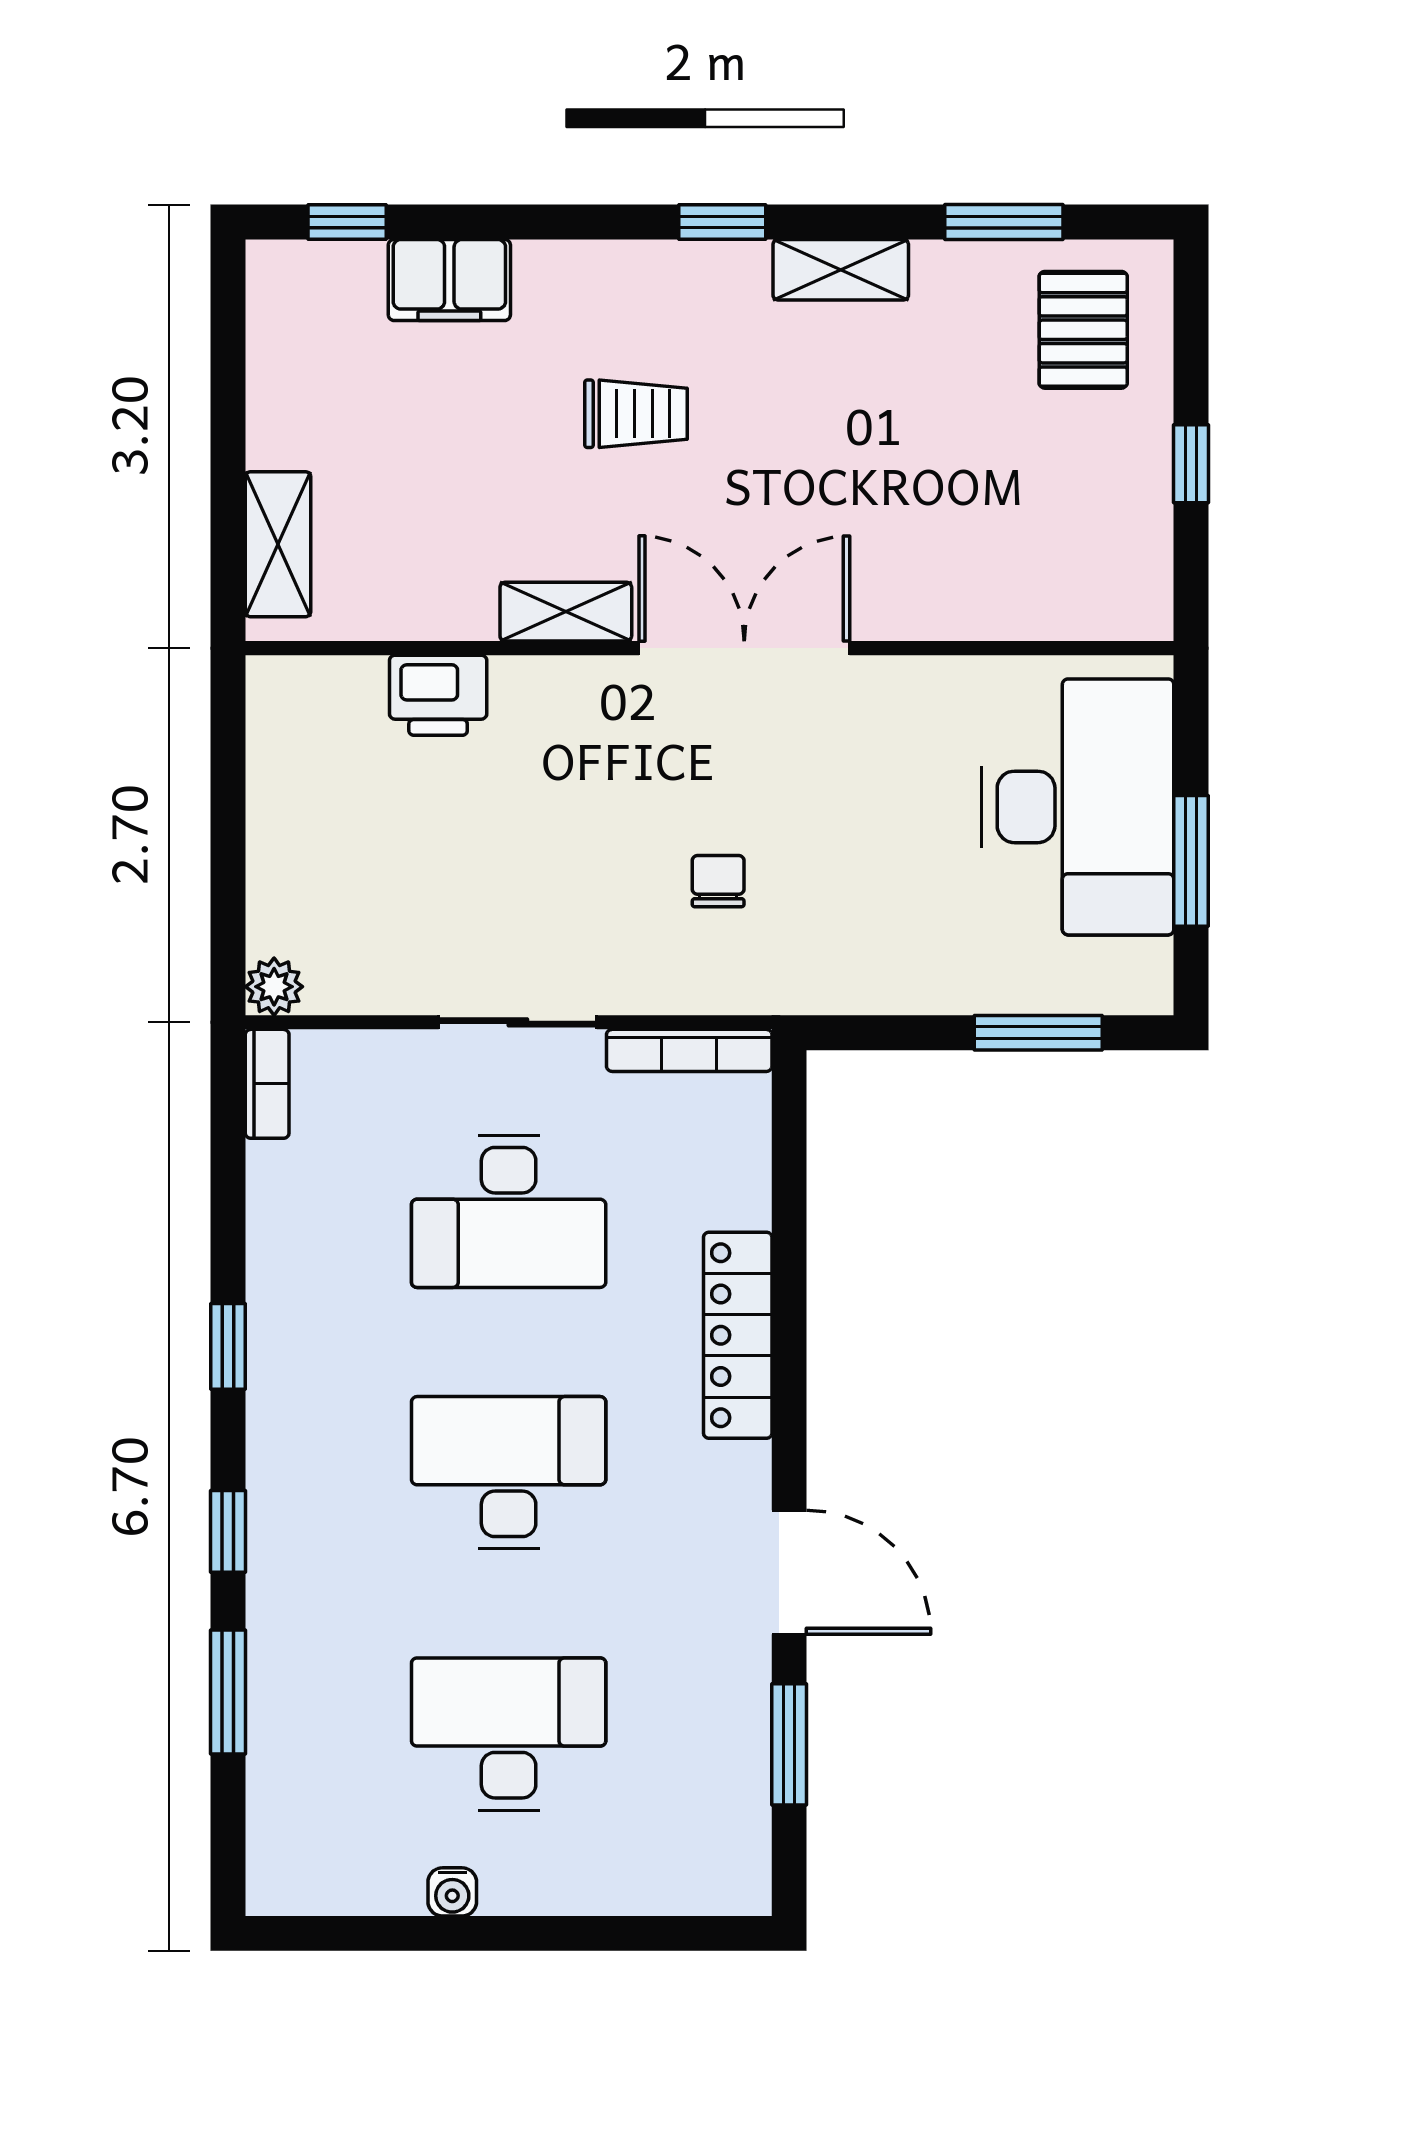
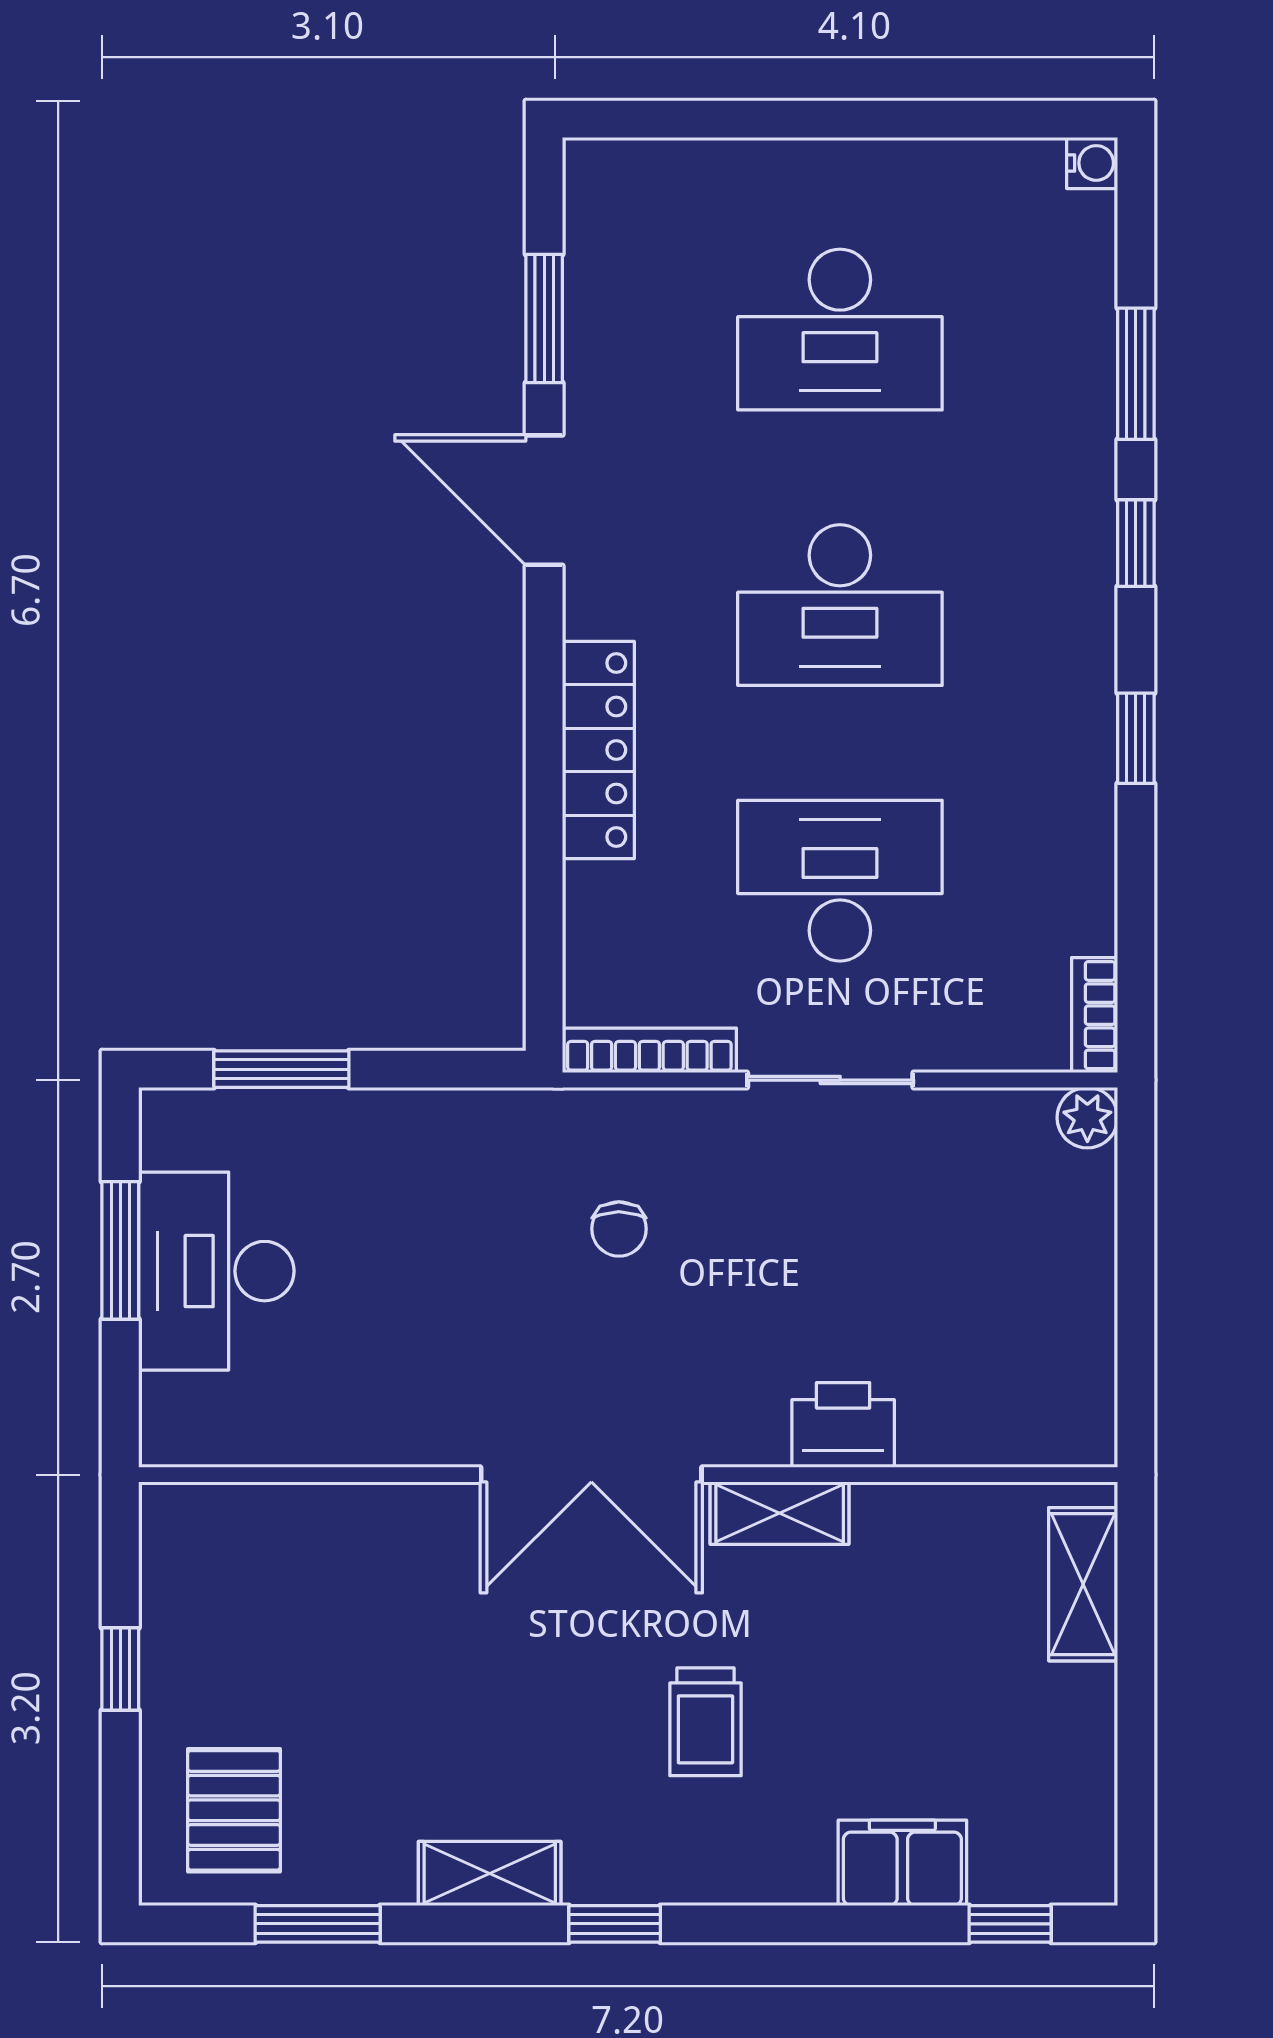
trolley: (636, 414) -> (705, 1722), turned -90
printer: (438, 695) -> (843, 1425), moved
desk: (1078, 807) -> (216, 1271), width x0.73, depth x0.77
water cooler: (452, 1892) -> (1092, 163), moved, turned 90

